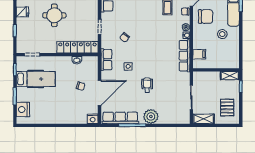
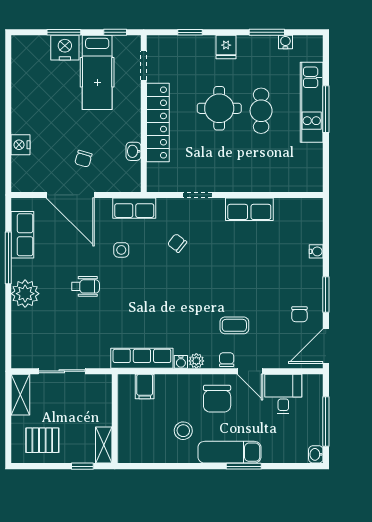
locker: (77, 47) -> (158, 123), moved
nightstand: (23, 110) -> (65, 48), moved
row of seats: (120, 118) -> (22, 235), width x0.68
nightstand: (93, 119) -> (20, 145), moved

